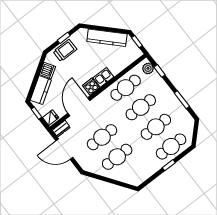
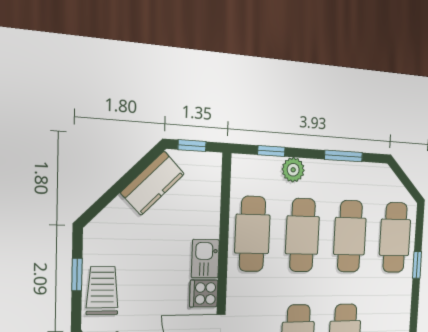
kitchen counter: (107, 38) -> (153, 183), width x0.67
plant: (148, 68) -> (293, 170), moved

